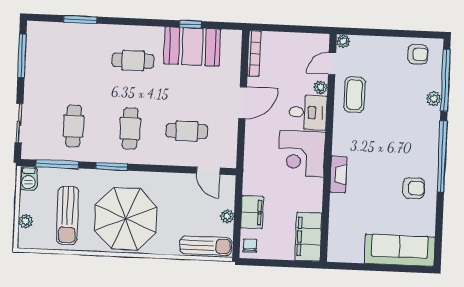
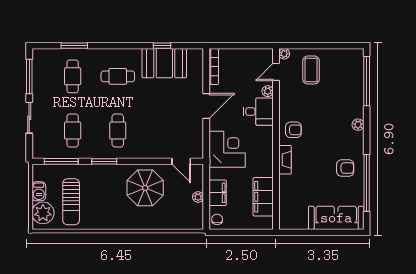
armchair: (418, 54) -> (293, 130), moved
coffee table: (355, 95) -> (311, 70), moved
plant: (434, 99) -> (358, 125), moved
sliding door: (19, 123) -> (29, 118), moved
cafe table: (187, 131) -> (73, 76), moved, turned 90
corner desk: (302, 154) -> (227, 149), moved, turned 180
window: (442, 156) -> (367, 183), moved
barbecue: (29, 178) -> (39, 191), moved
parasol: (126, 219) -> (145, 188), moved, width x0.73, depth x0.73
plant: (26, 221) -> (43, 213), width x1.88, depth x1.88
filing cabinet: (308, 237) -> (263, 197), moved
sun lounger: (206, 246) -> (182, 221), removed

